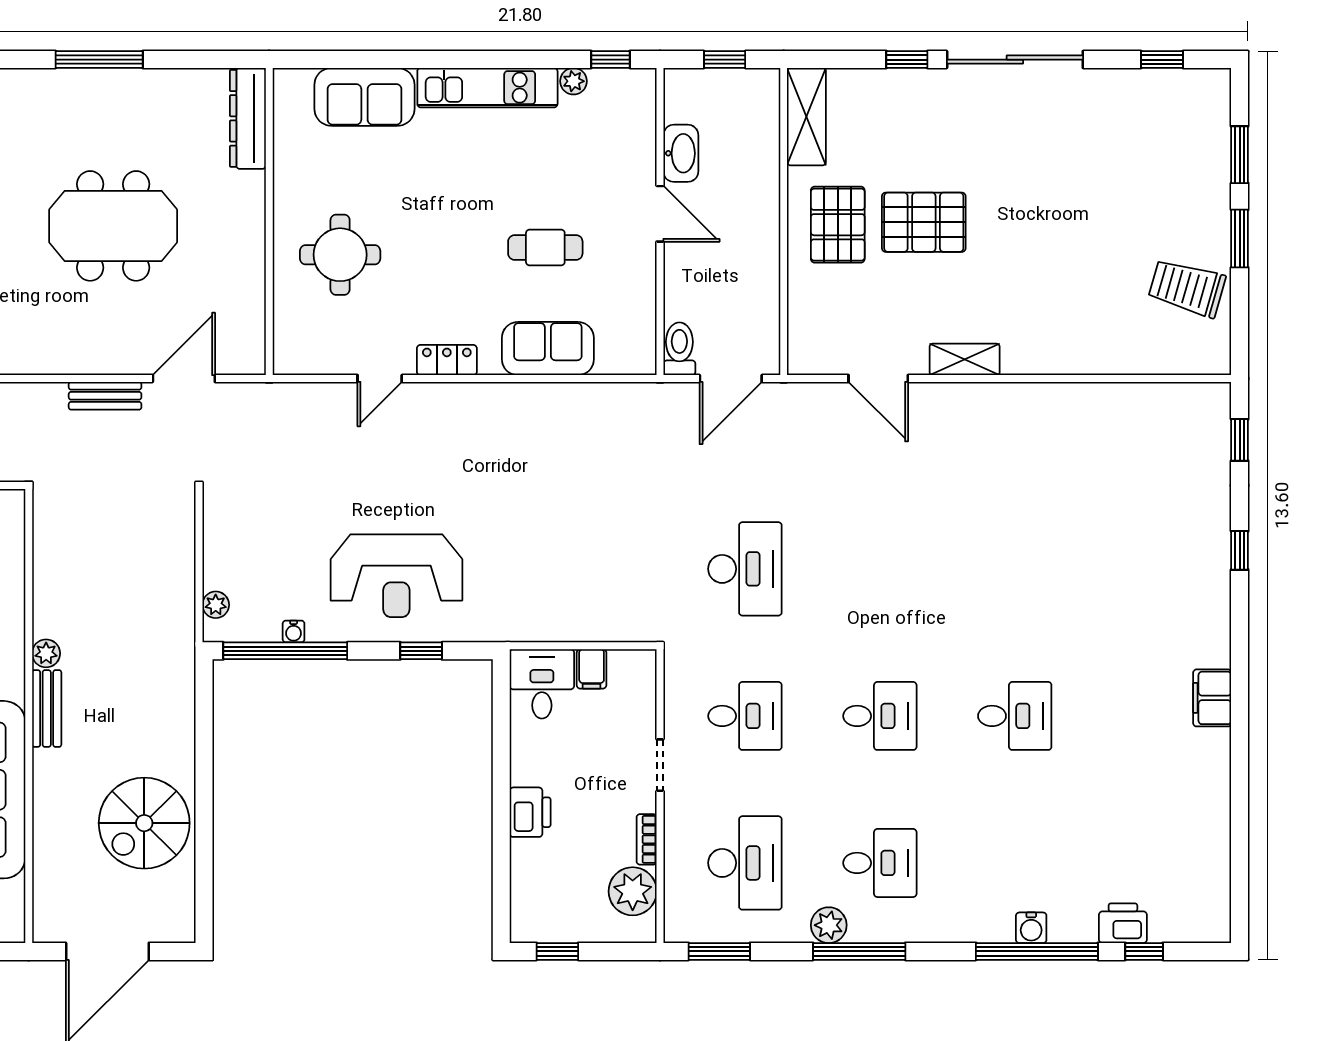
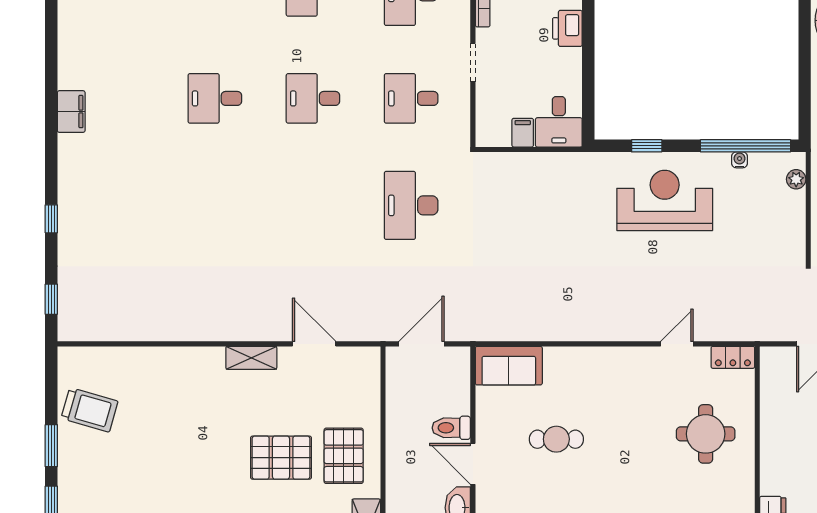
sofa: (548, 349) -> (509, 366), moved
toilet: (679, 349) -> (451, 428), moved, turned 90
locker: (447, 360) -> (733, 357), moved

